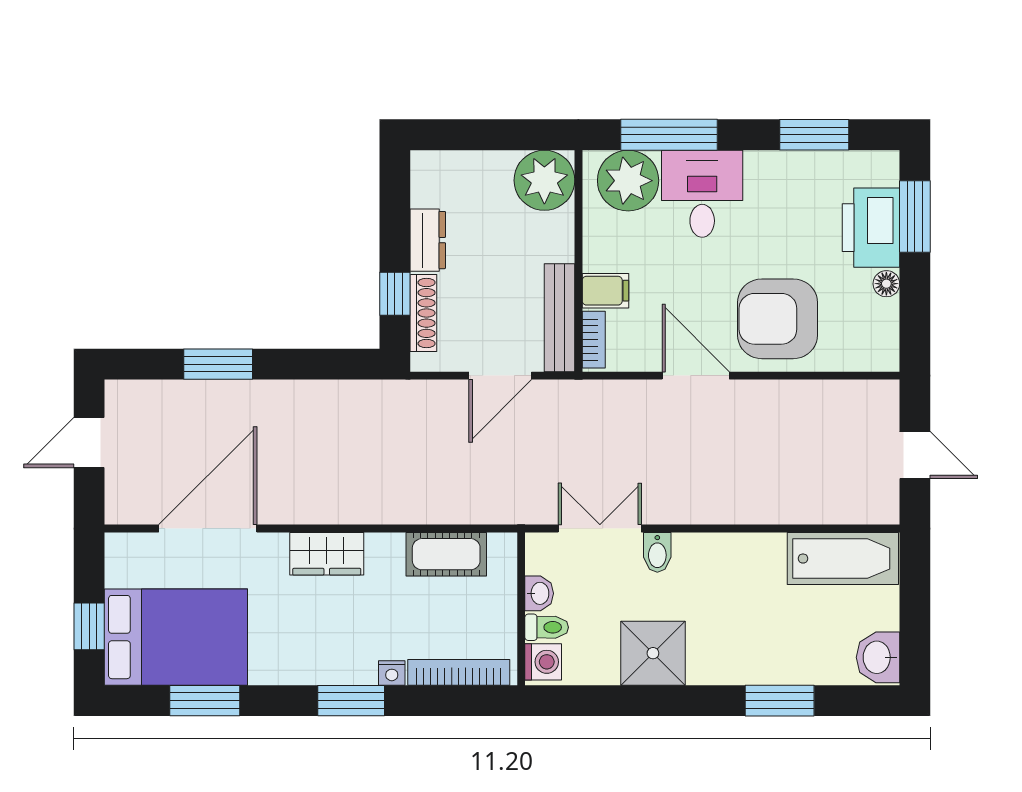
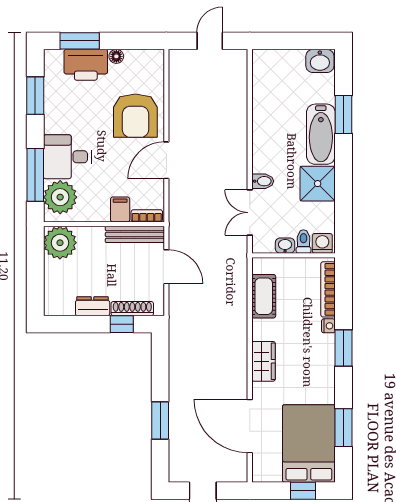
bathtub: (843, 559) -> (321, 134), moved, turned 180

